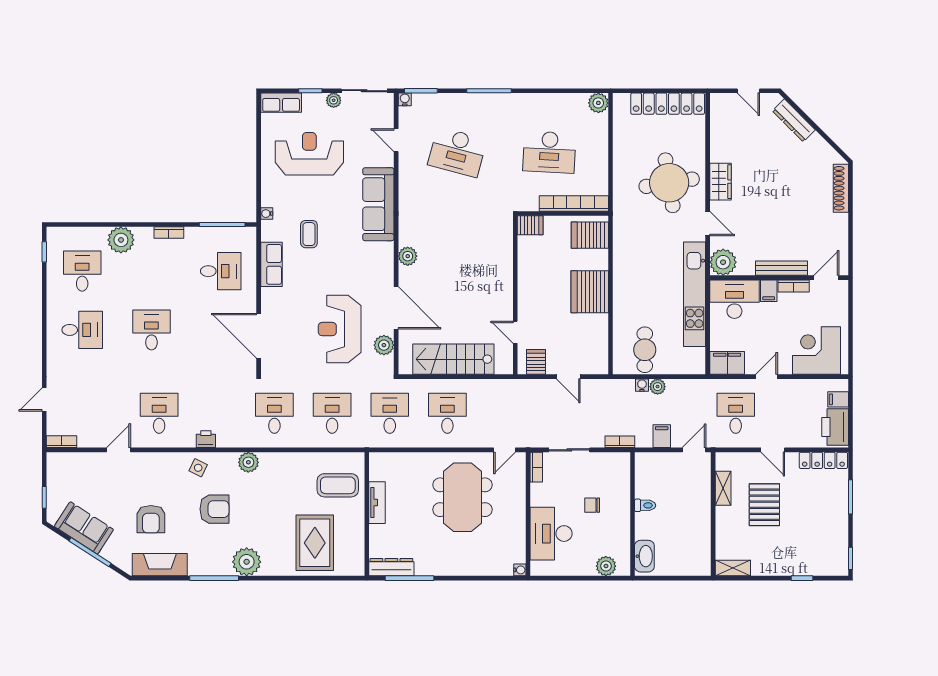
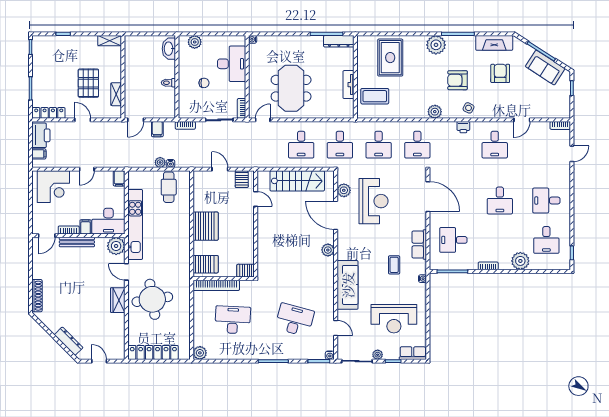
filing cabinet: (727, 363) -> (119, 178), width x0.50
desk: (736, 413) -> (108, 145), removed

